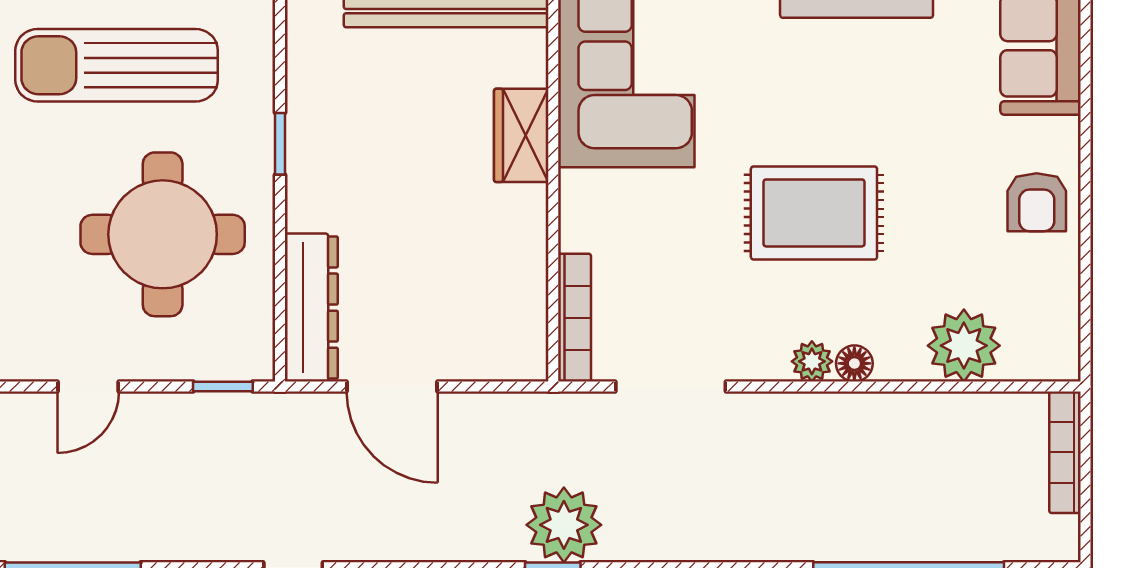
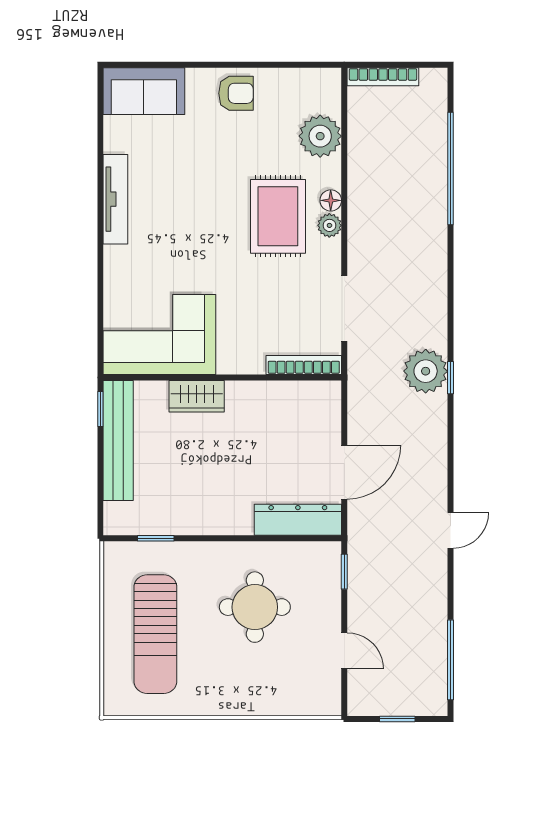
window: (280, 144) -> (156, 538), moved
rug: (814, 213) -> (278, 216), moved
round table: (163, 234) -> (255, 607), width x0.73, depth x0.73

